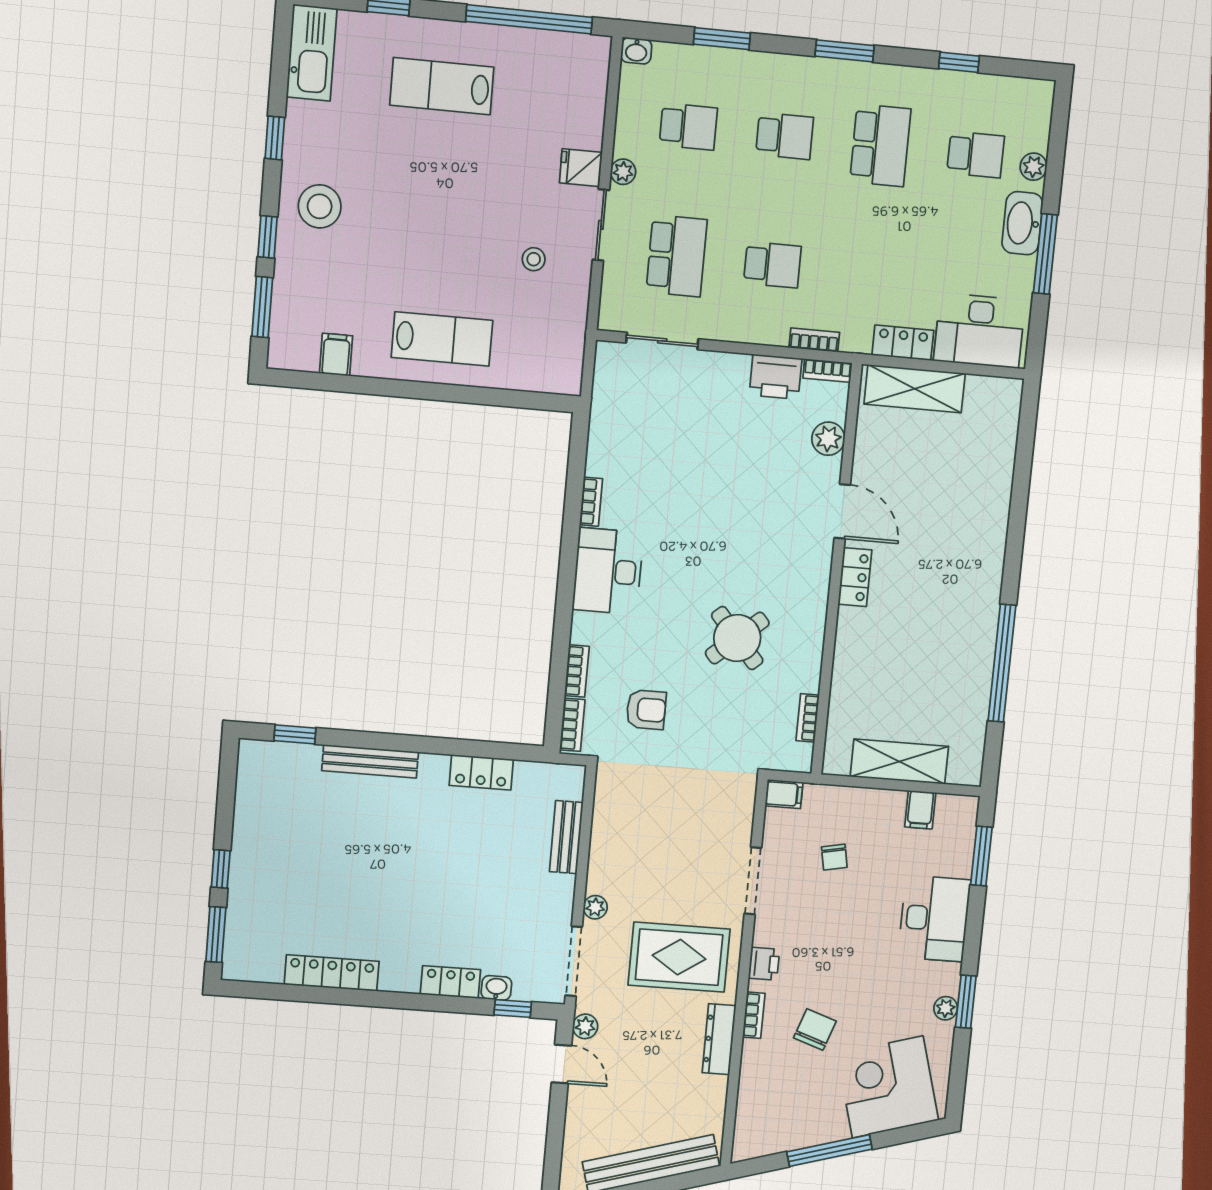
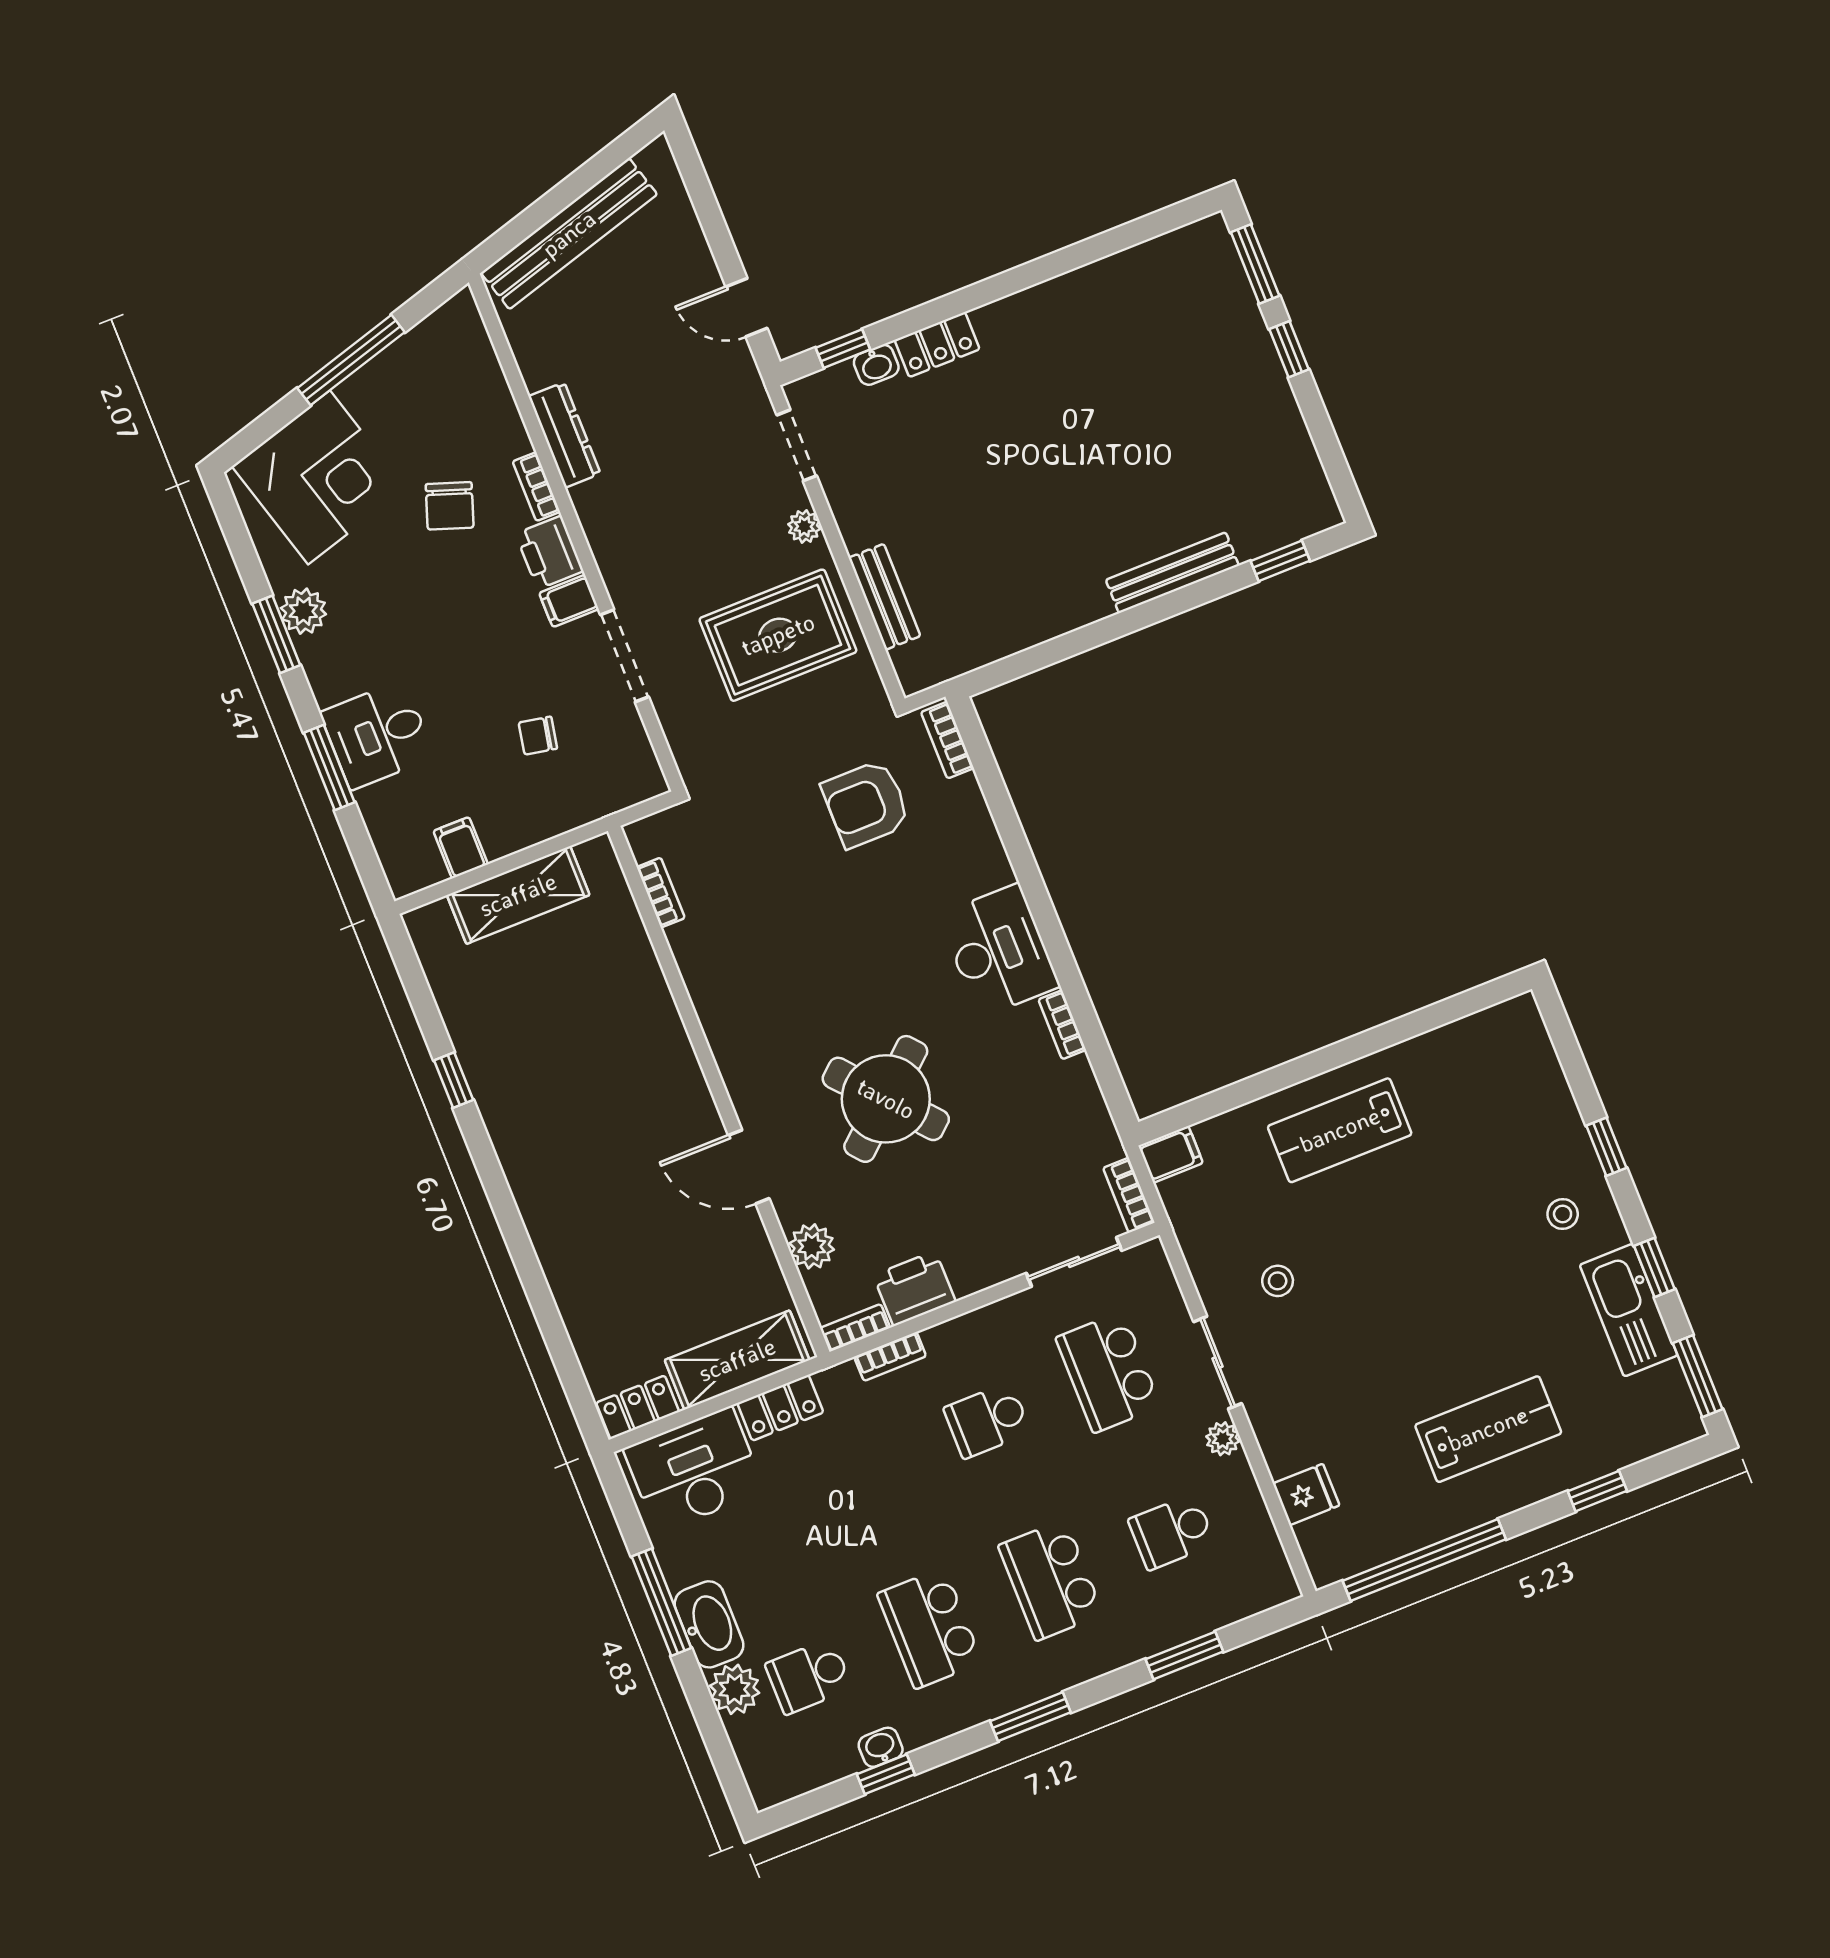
washbasin: (636, 51) -> (881, 1747), moved
kitchen sink: (312, 53) -> (1629, 1310), moved
school desk: (785, 136) -> (1051, 1580), width x1.85
plant: (1033, 167) -> (735, 1689), width x1.38, depth x1.38
fridge: (581, 168) -> (1306, 1494), moved
stool: (320, 206) -> (1563, 1214), width x0.53, depth x0.53
window: (262, 307) -> (1698, 1376), moved
filing cabinet: (336, 355) -> (1171, 1154), moved, turned -90
locker: (855, 577) -> (638, 1407), moved, turned 90
round table: (737, 638) -> (886, 1099), moved, width x1.36, depth x1.36
window: (1002, 663) -> (454, 1080), width x0.32
bookcase: (577, 671) -> (1129, 1195), moved
armchair: (646, 710) -> (866, 804), width x1.38, depth x1.38
locker: (481, 772) -> (1030, 626), removed
filing cabinet: (784, 794) -> (569, 601), moved
window: (981, 856) -> (329, 767), moved
chair: (834, 857) -> (538, 736), turned -68
desk: (934, 918) -> (377, 735), width x0.73
rug: (679, 957) -> (778, 635), moved
doorway: (574, 961) -> (797, 445), width x0.73
printer: (764, 964) -> (549, 552), width x1.36, depth x1.24
locker: (332, 973) -> (1089, 285), removed
plant: (946, 1008) -> (303, 611), width x1.38, depth x1.38
plant: (585, 1026) -> (741, 370), removed

